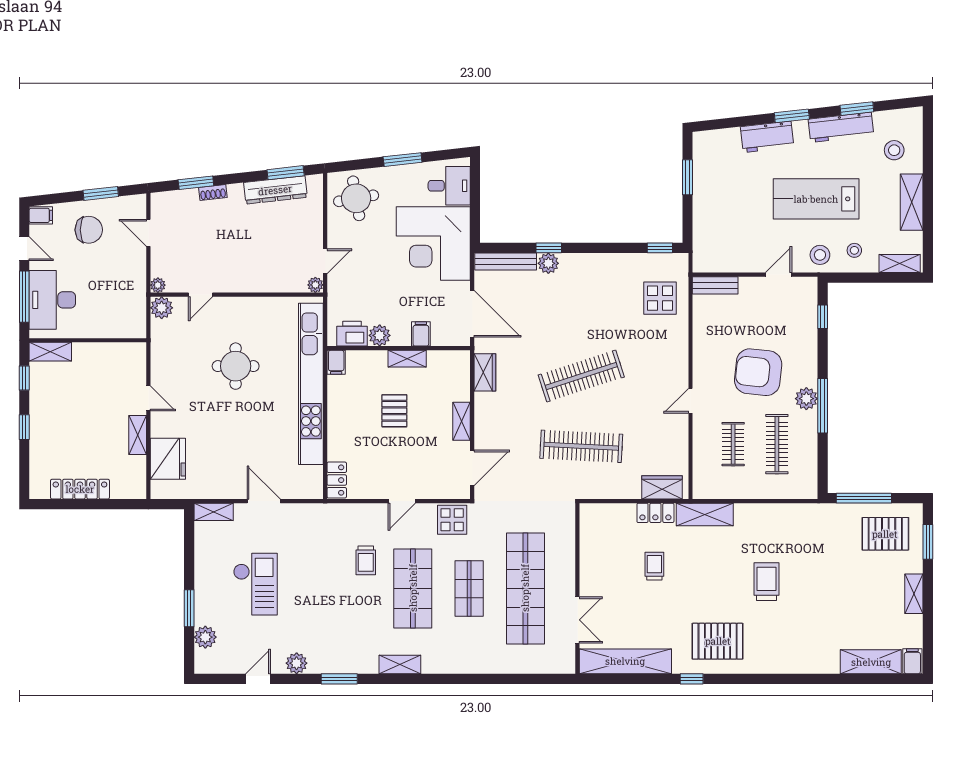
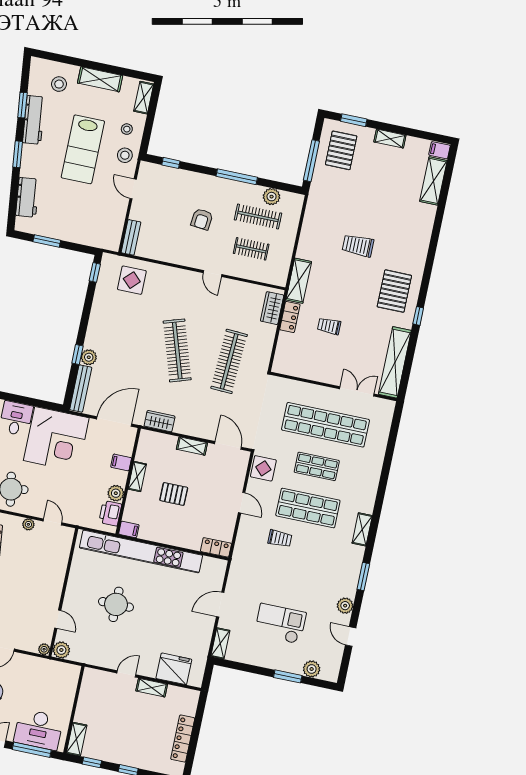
workbench: (767, 137) -> (27, 197), moved
plant: (315, 285) -> (28, 524), moved
armchair: (758, 372) -> (202, 219), width x0.53, depth x0.53
plant: (806, 399) -> (272, 197), moved

